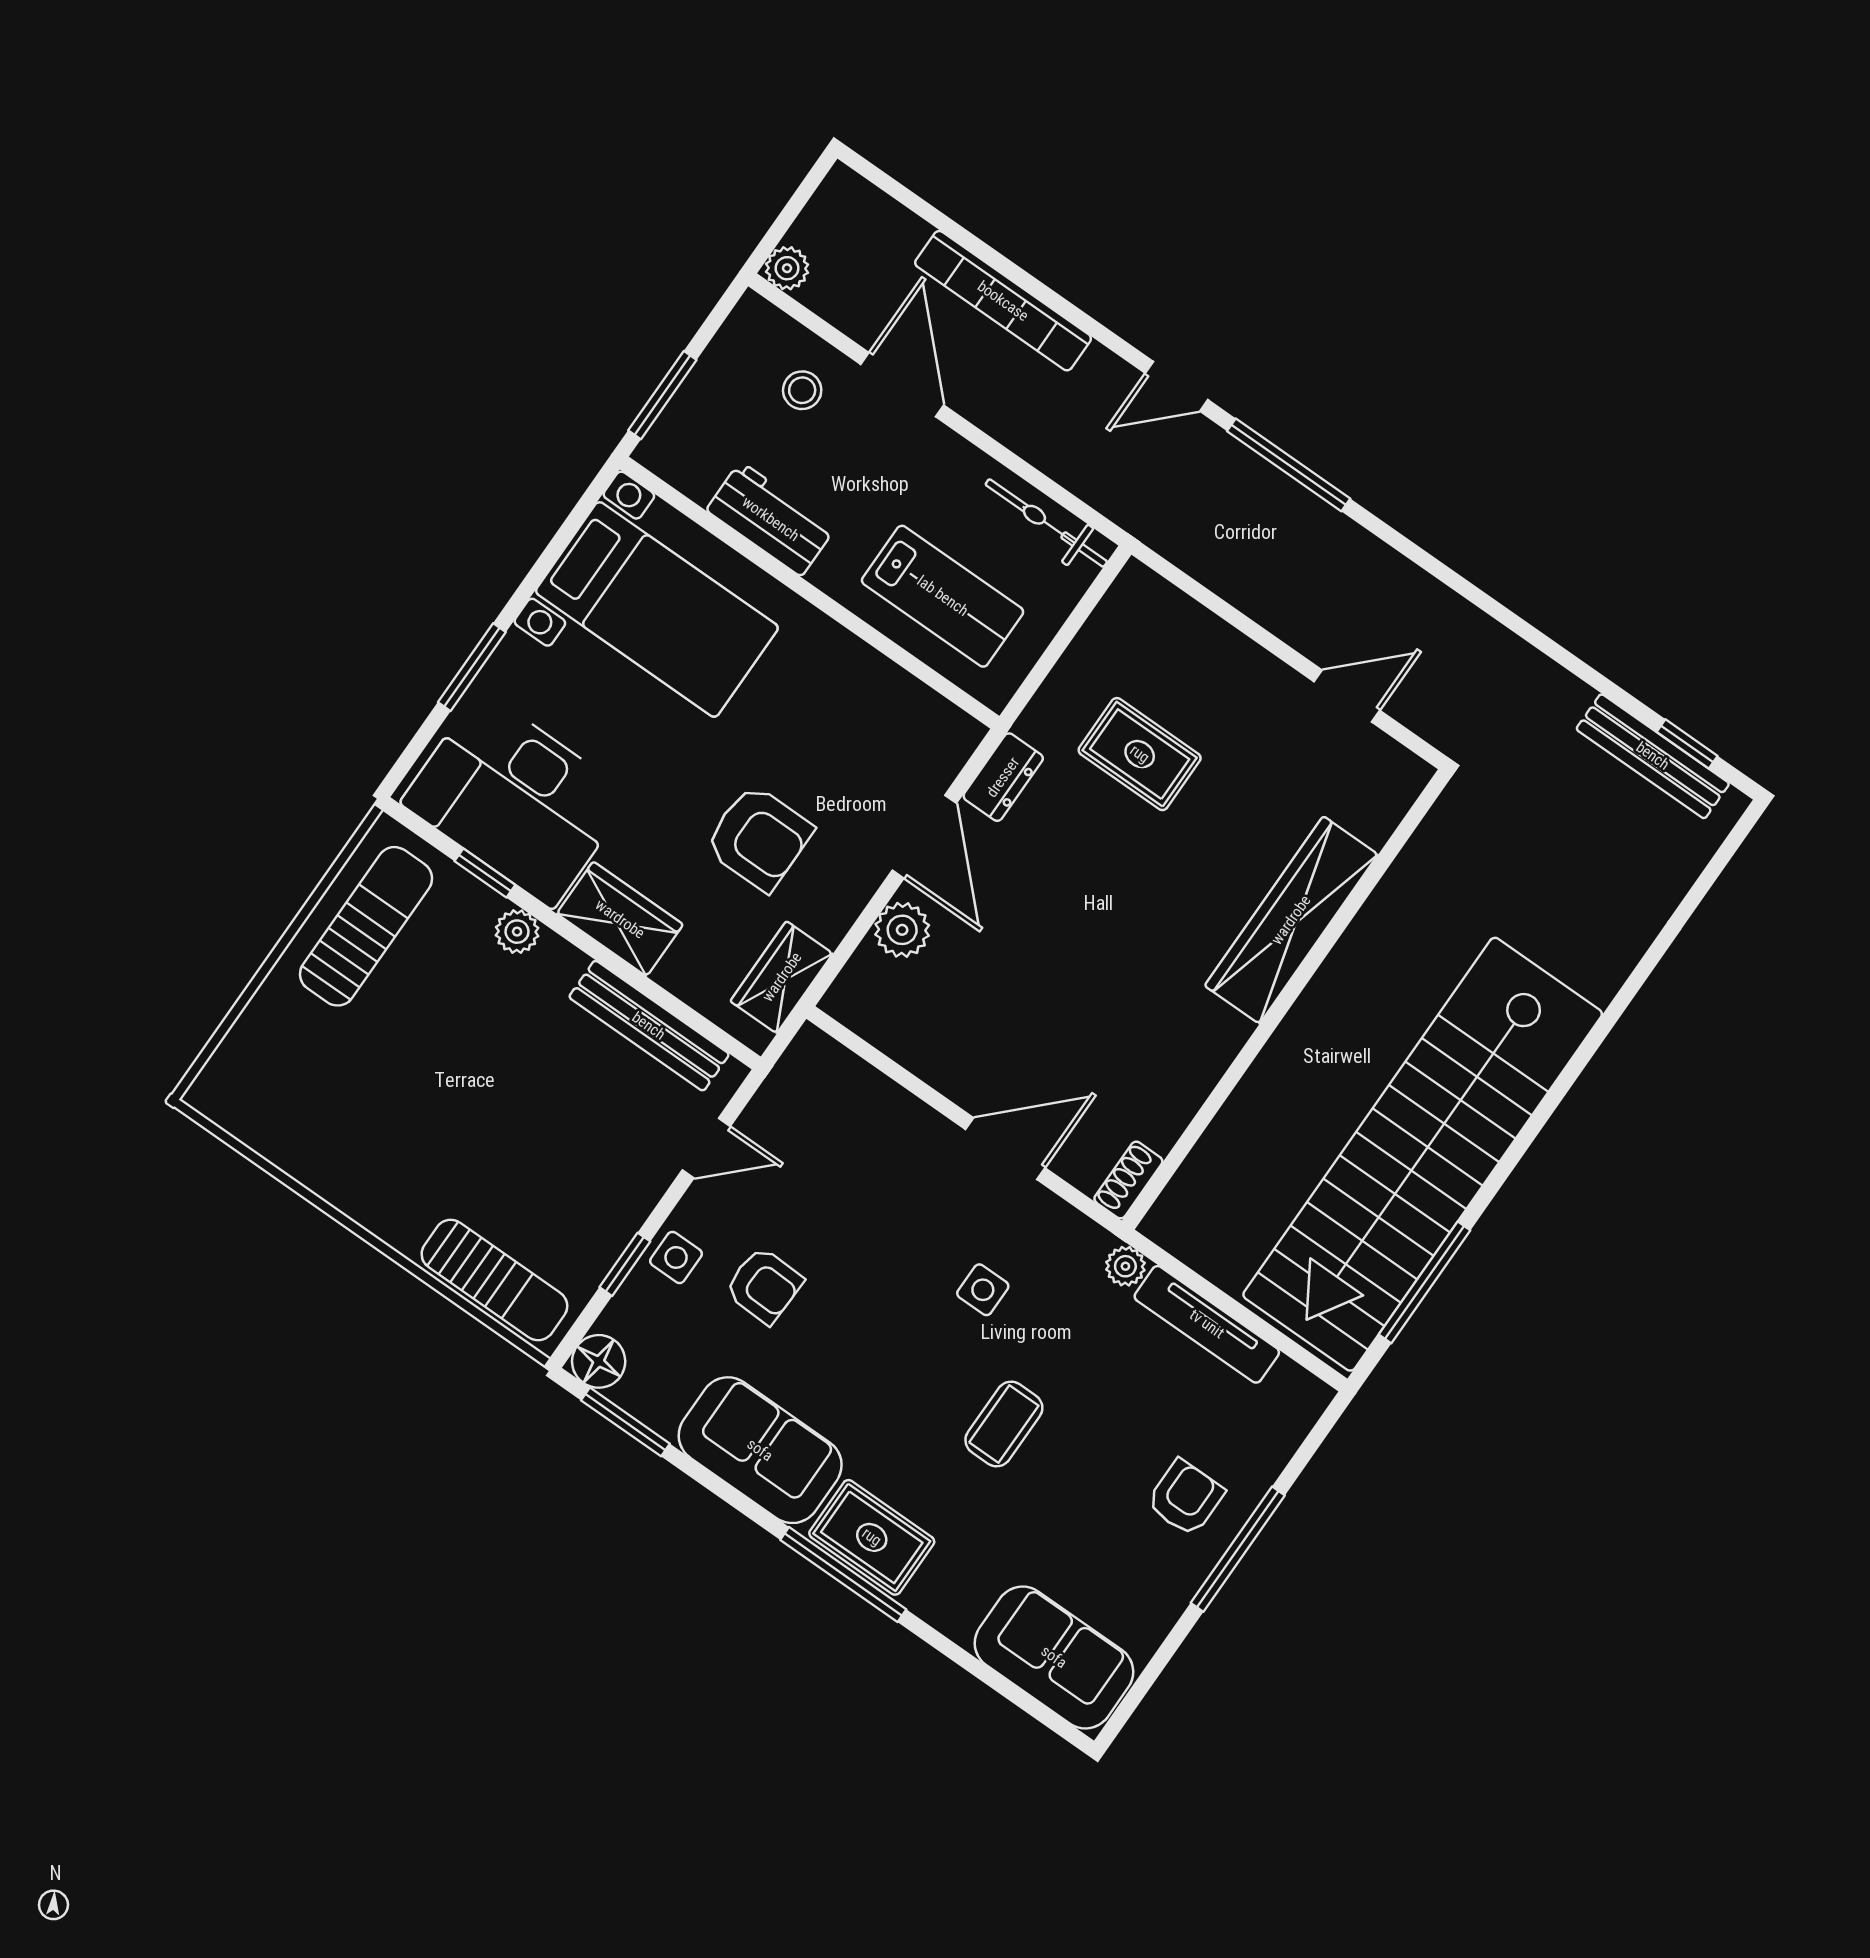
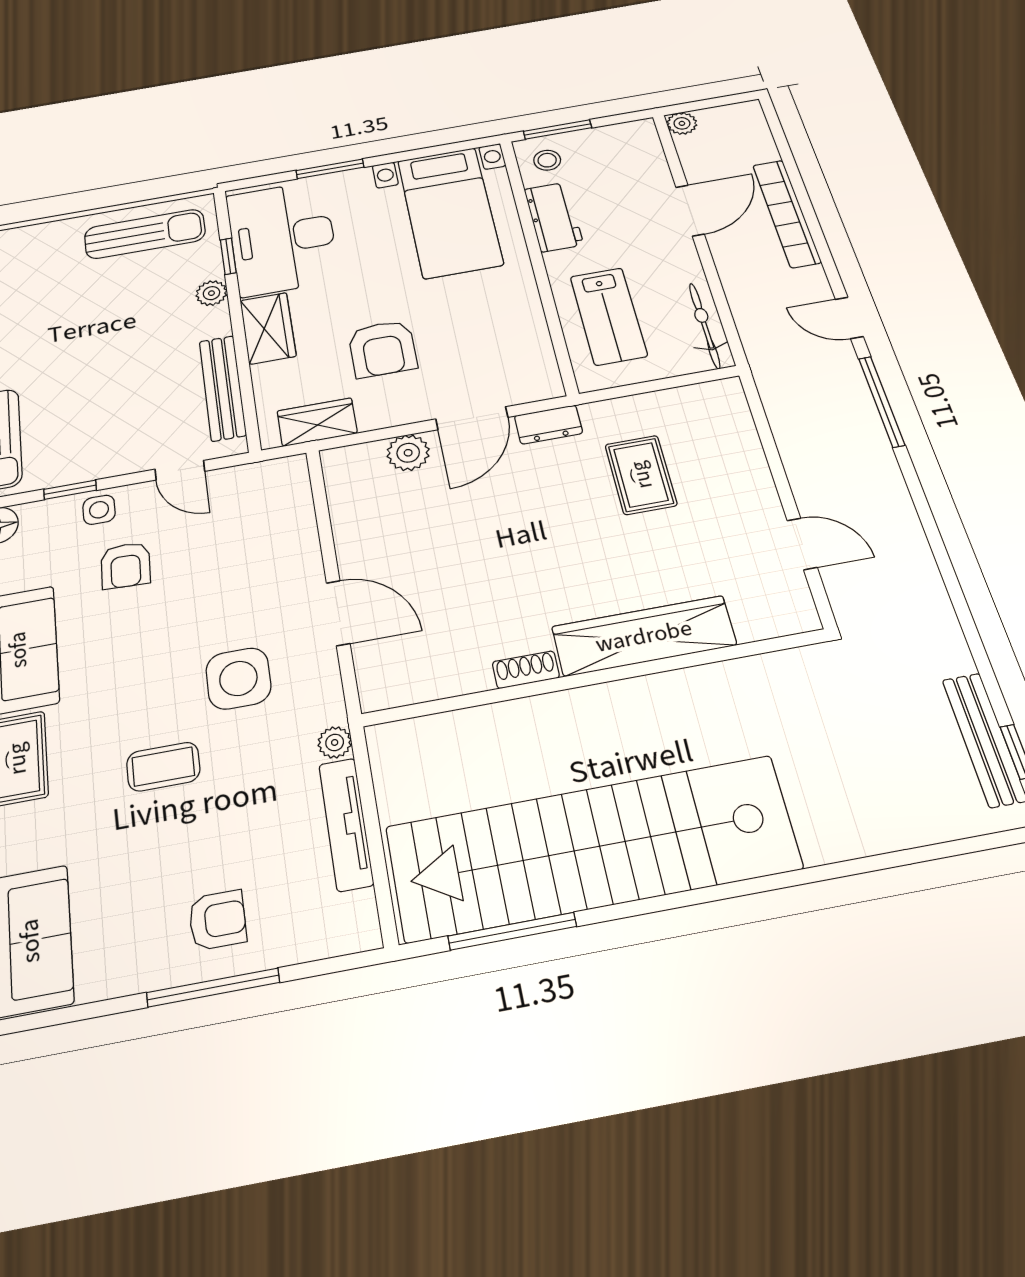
stool: (802, 390) -> (547, 160), moved
shoe rack: (1128, 1180) -> (526, 670), moved
side table: (983, 1290) -> (238, 678), width x1.87, depth x1.87

